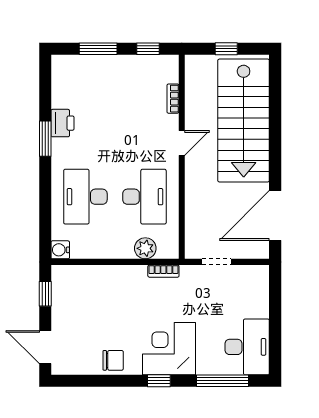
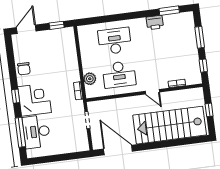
window: (45, 139) -> (169, 11), moved
water cooler: (60, 250) -> (83, 31), removed
desk: (247, 347) -> (36, 132), moved, turned 90

